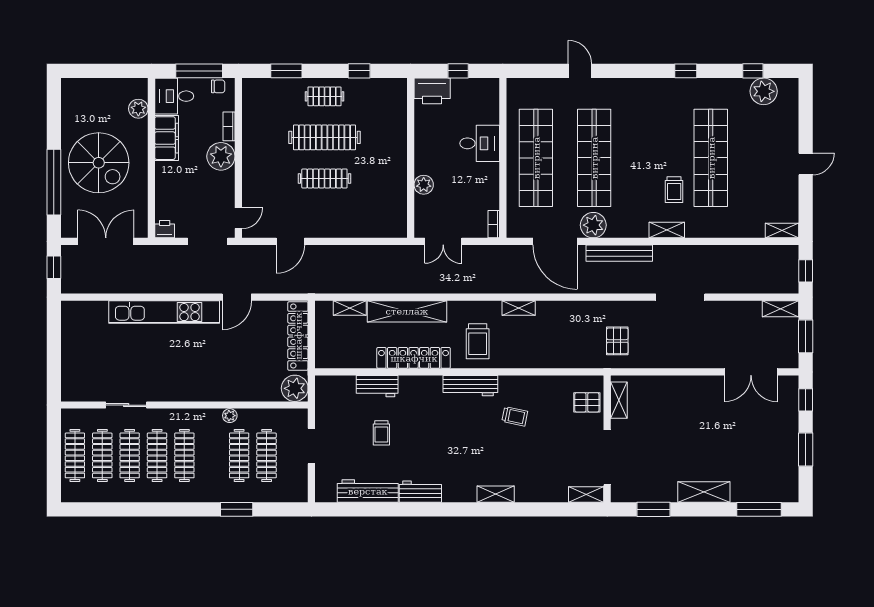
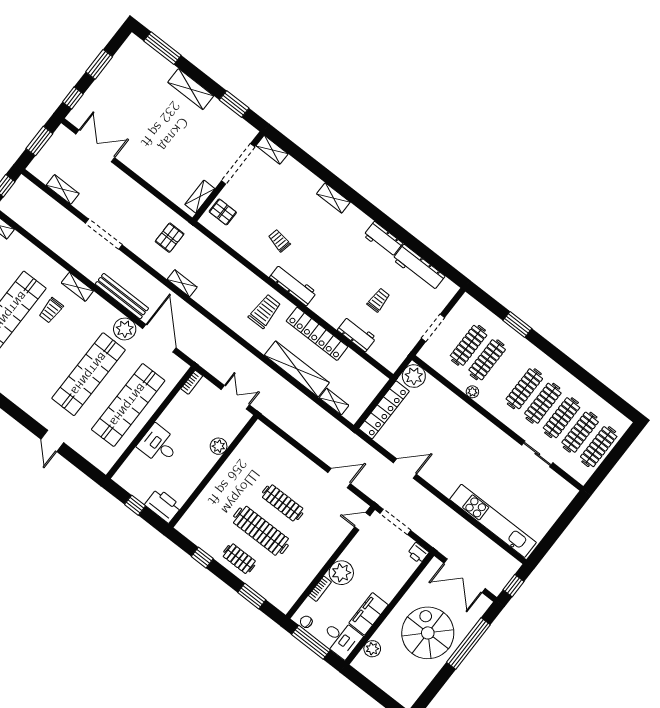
trolley: (674, 190) -> (51, 310), turned 180
shelving: (519, 308) -> (182, 283), moved
shelving: (780, 309) -> (63, 189), moved
kitchen unit: (164, 312) -> (493, 521), moved

